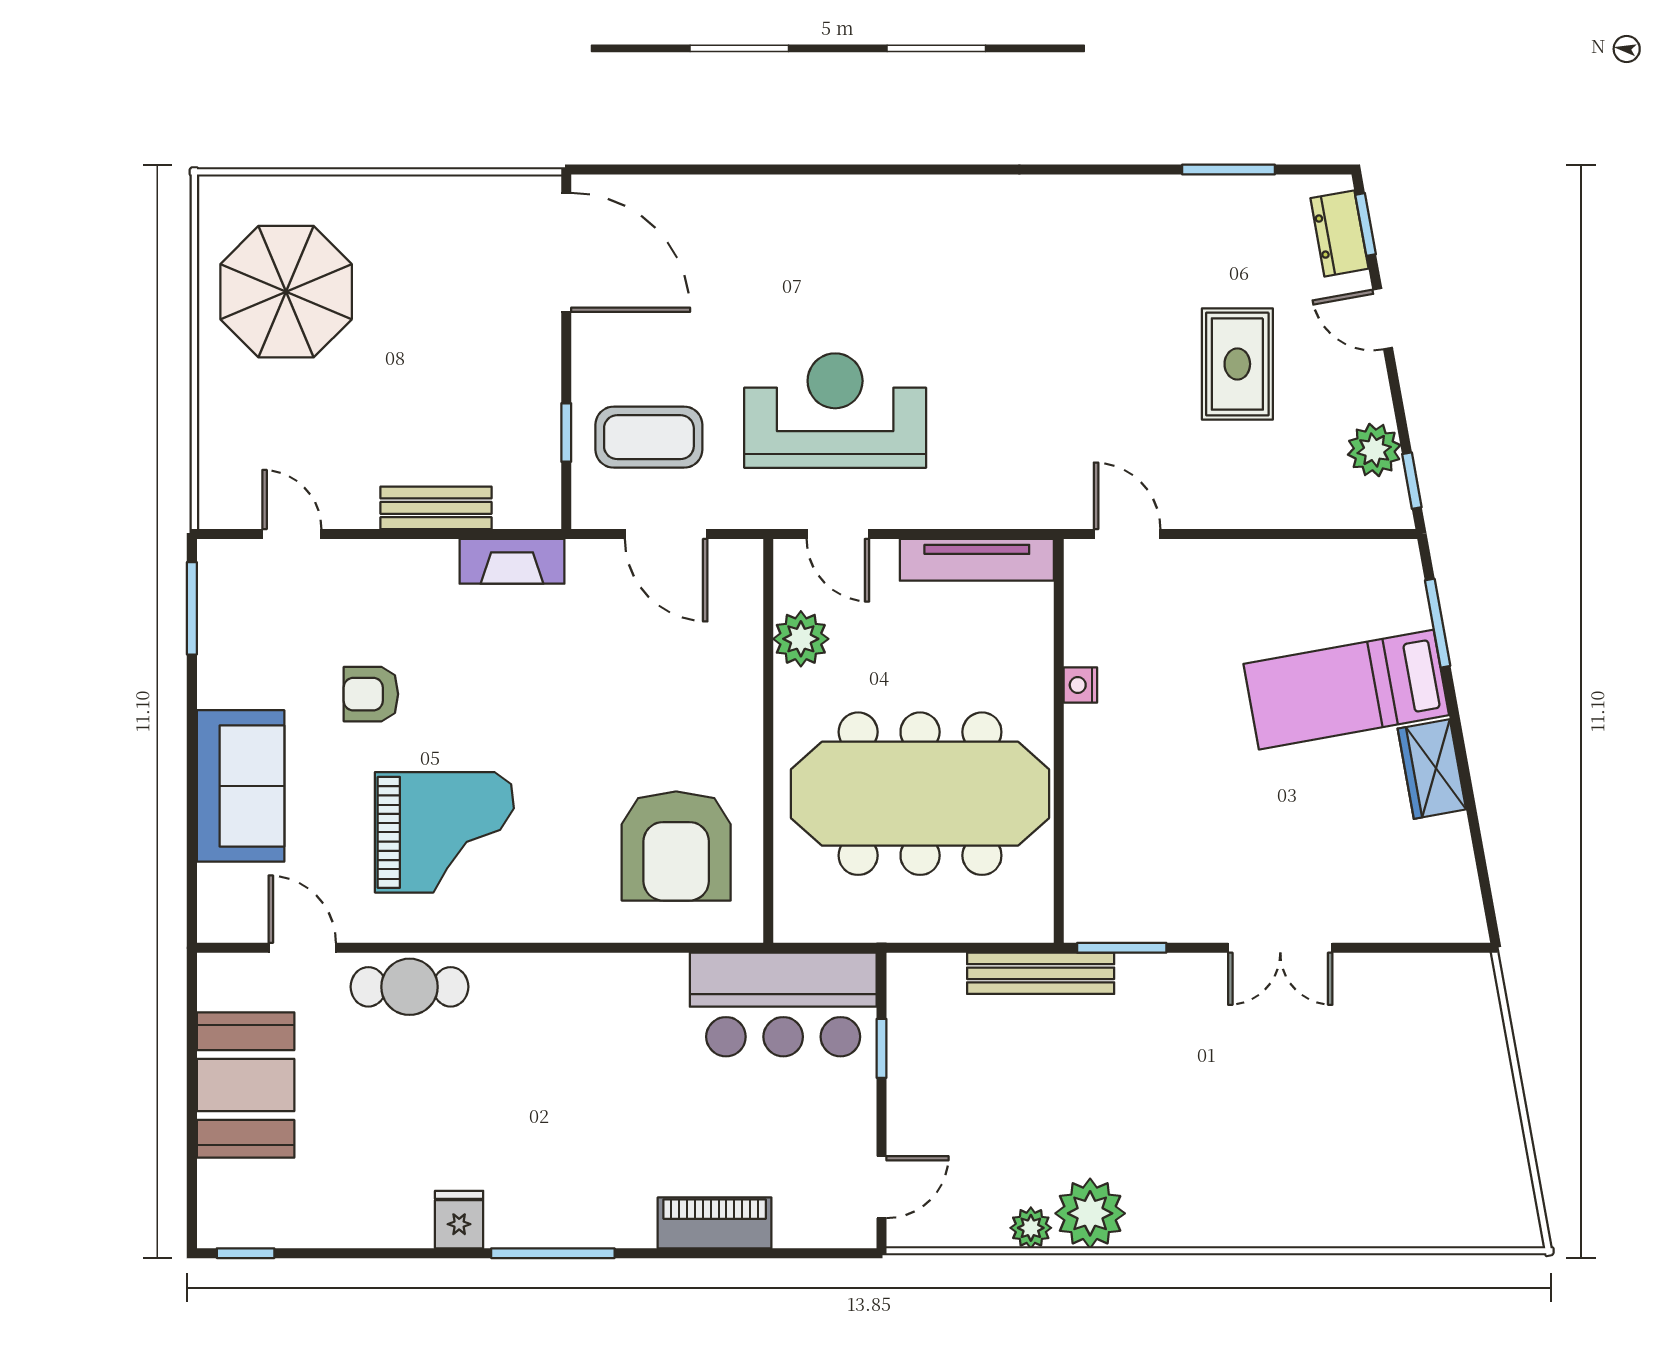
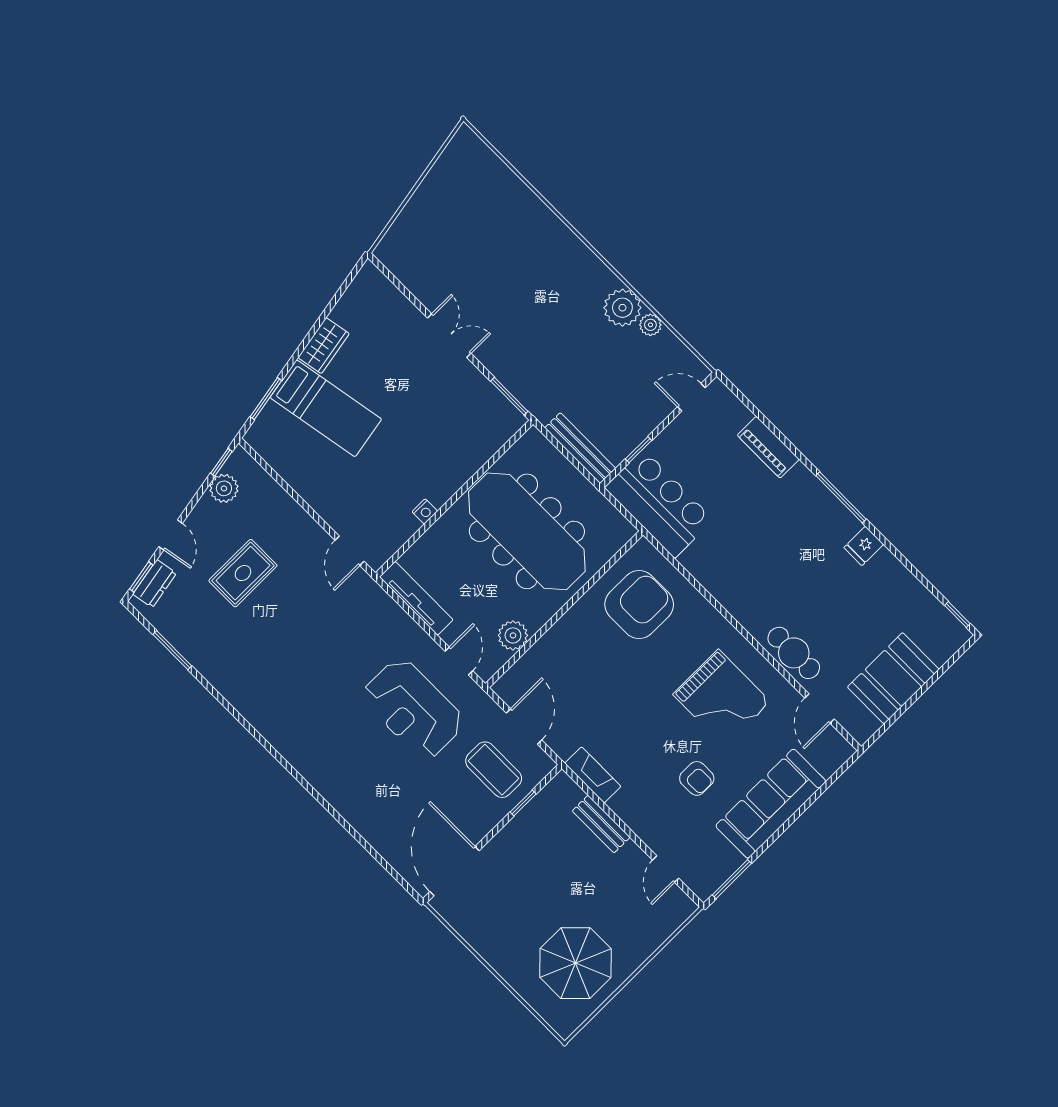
sofa: (241, 786) -> (771, 804), width x1.36
grand piano: (444, 832) -> (722, 698), turned 180
bench: (1041, 973) -> (580, 448), moved

